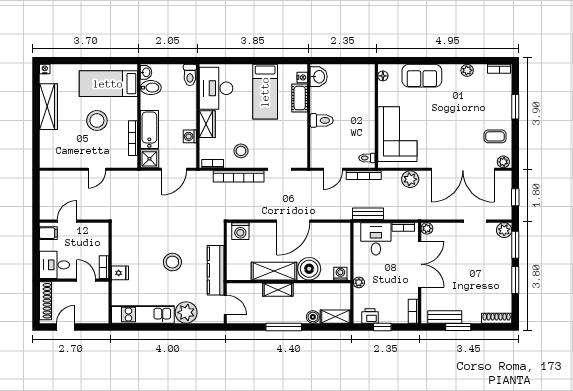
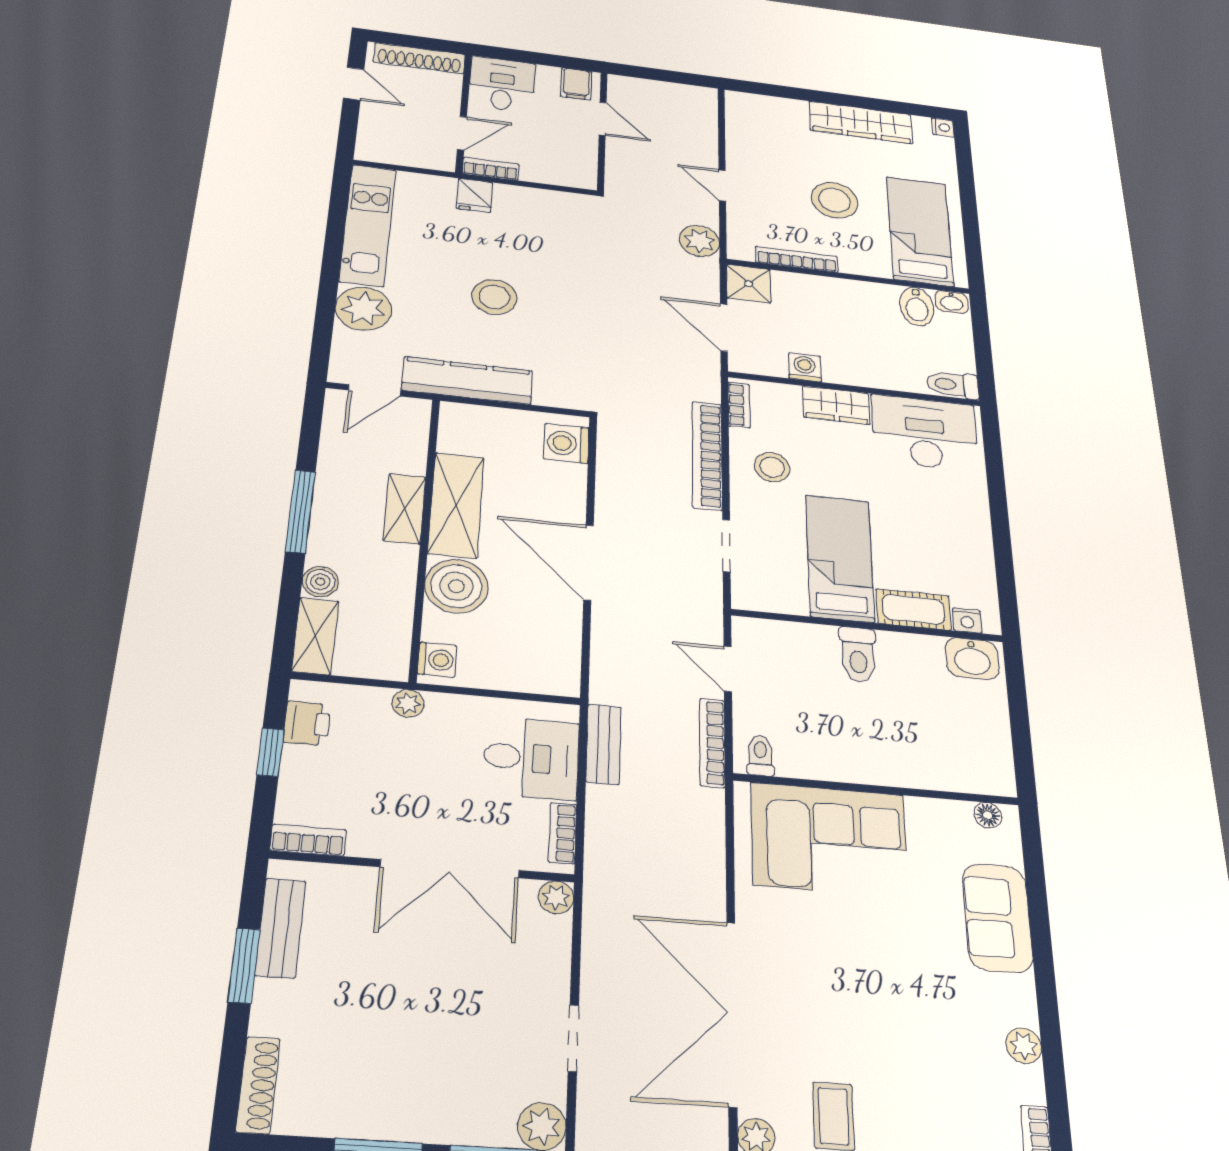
bed: (265, 92) -> (840, 558), moved, turned 90
bathtub: (149, 129) -> (818, 292), removed
plant: (410, 179) -> (699, 241), moved

